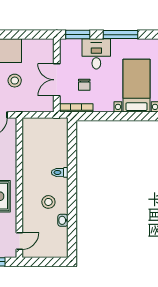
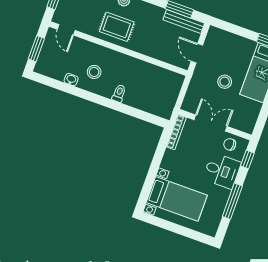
window: (78, 35) -> (247, 160), width x0.67
chair: (84, 85) -> (230, 144), moved
window: (46, 262) -> (36, 49), added

